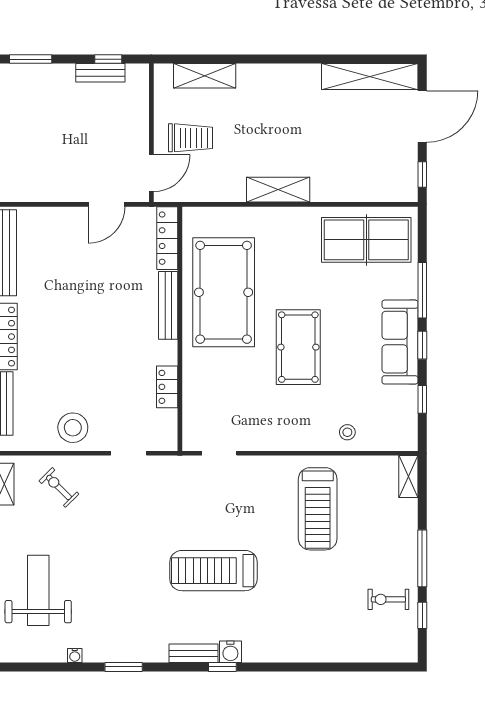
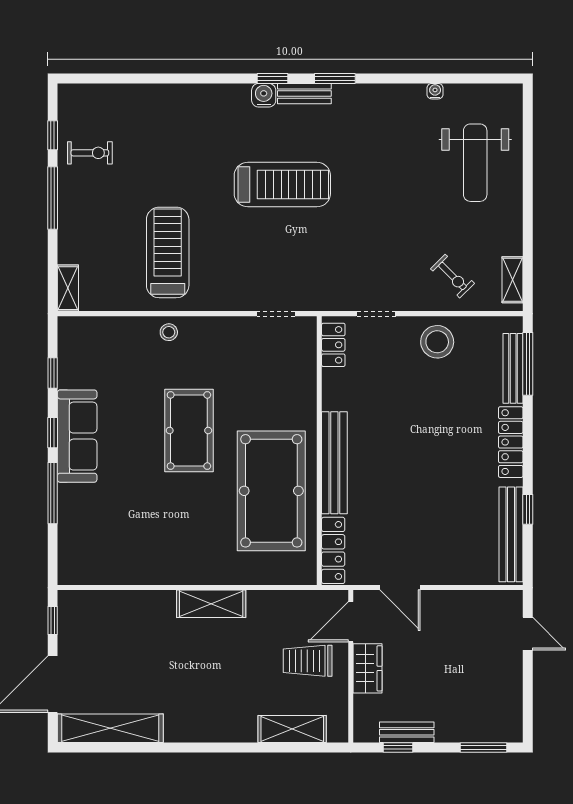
wardrobe: (136, 131) -> (367, 668), added
door: (107, 204) -> (400, 588), swing flipped
table tennis table: (366, 240) -> (114, 548), removed
bench: (168, 305) -> (334, 463), width x1.37, depth x1.21
locker: (167, 387) -> (333, 345), moved
stool: (347, 432) -> (169, 332), moved
window: (124, 667) -> (335, 78), moved

